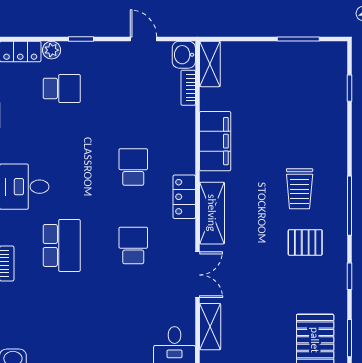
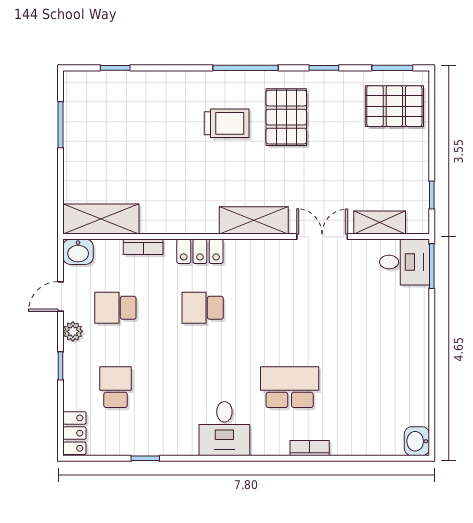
plant: (52, 50) -> (73, 331), moved
shelving: (210, 64) -> (101, 219), width x1.50, depth x1.33
bookcase: (188, 88) -> (143, 247), moved
filing cabinet: (215, 141) -> (174, 217), removed
locker: (184, 197) -> (200, 251), moved
pallet: (305, 242) -> (286, 117), width x1.50, depth x1.42
school desk: (133, 245) -> (115, 308), moved

